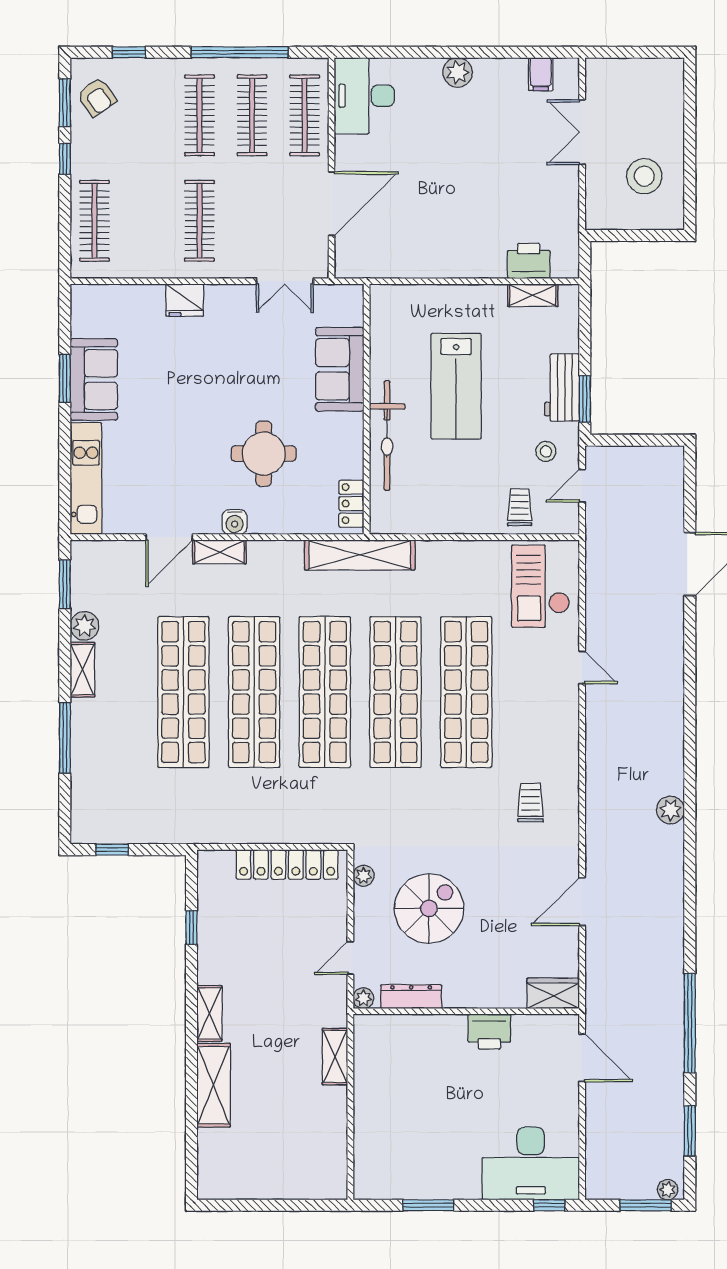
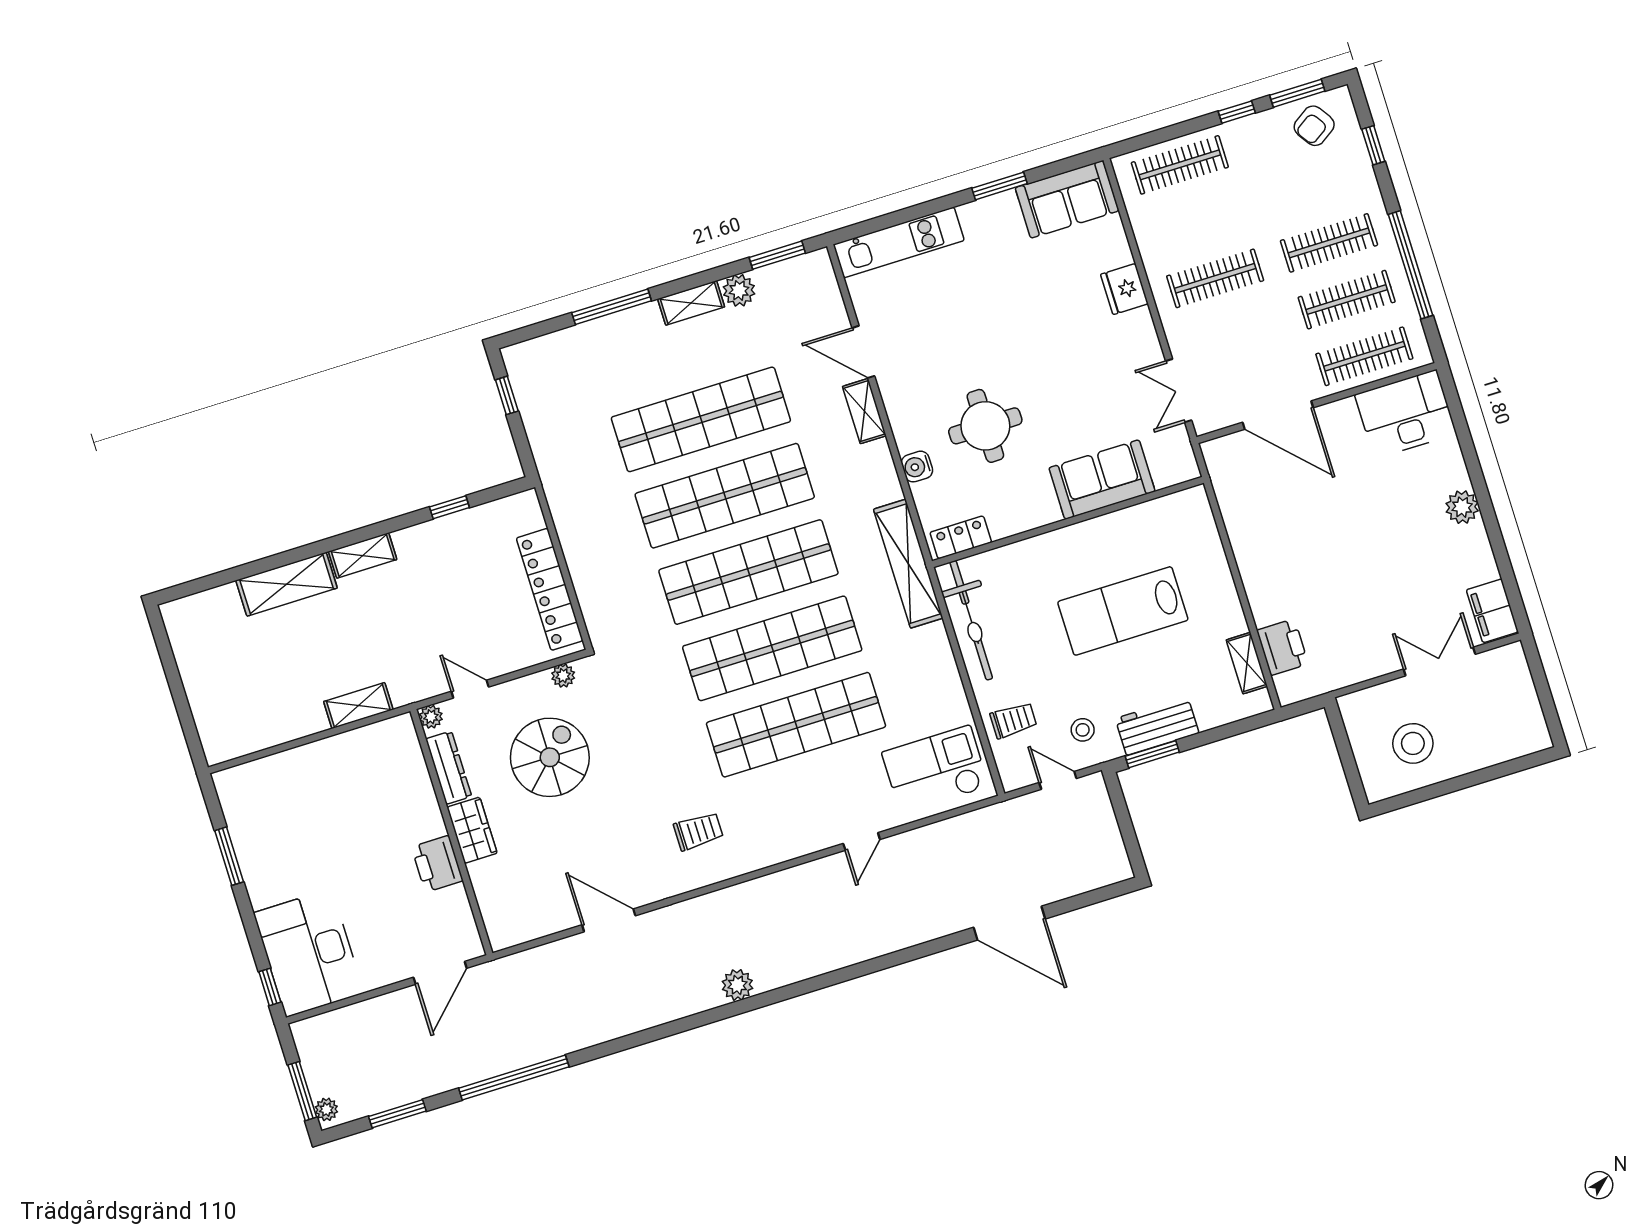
filing cabinet: (541, 74) -> (1492, 611), width x2.00
sofa: (94, 380) -> (1067, 199), moved
bicycle: (387, 436) -> (971, 620), moved, turned -90
water cooler: (235, 522) -> (917, 467), moved
spiral stairs: (429, 908) -> (550, 757), turned -90
wardrobe: (553, 993) -> (472, 830), moved

